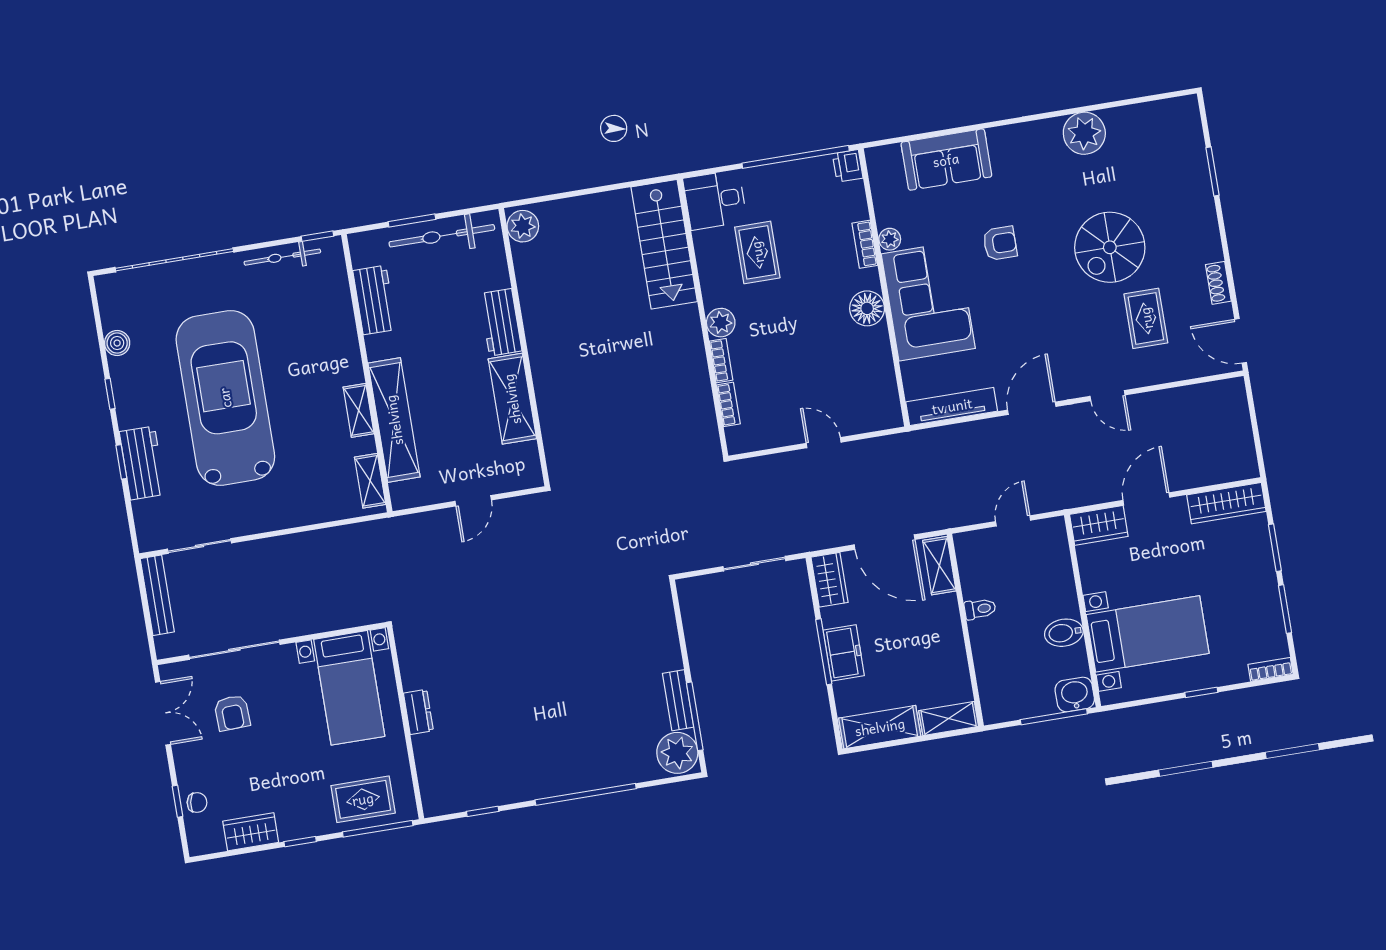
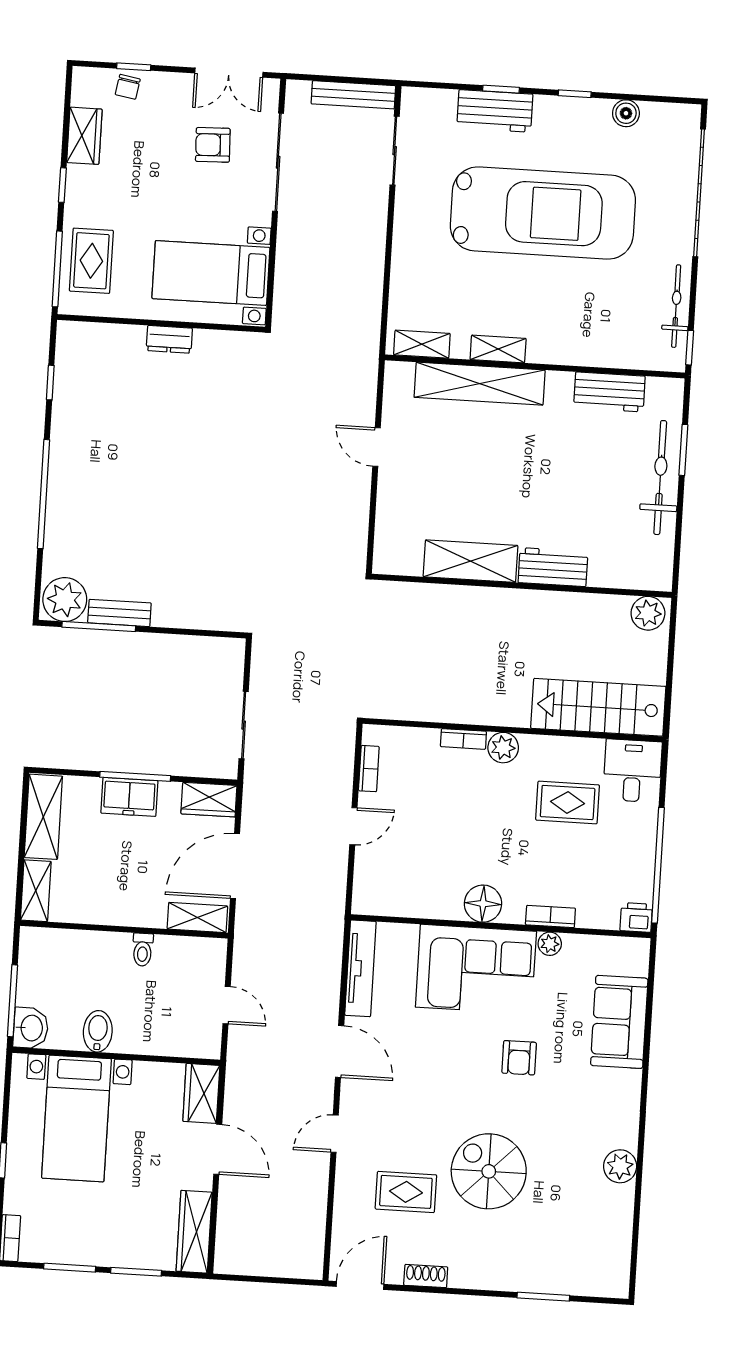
plant: (1084, 133) -> (620, 1166), width x0.73, depth x0.73
plant: (523, 226) -> (648, 613), moved
workbench: (501, 322) -> (553, 567), moved
wall: (524, 347) -> (522, 586), moved
shelving: (512, 399) -> (471, 561), moved
bookcase: (728, 404) -> (369, 769), moved, turned -90

